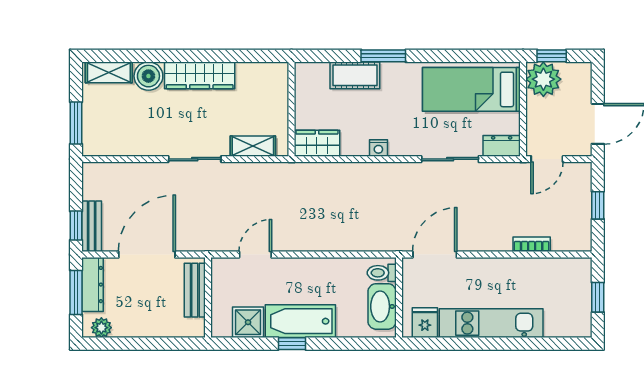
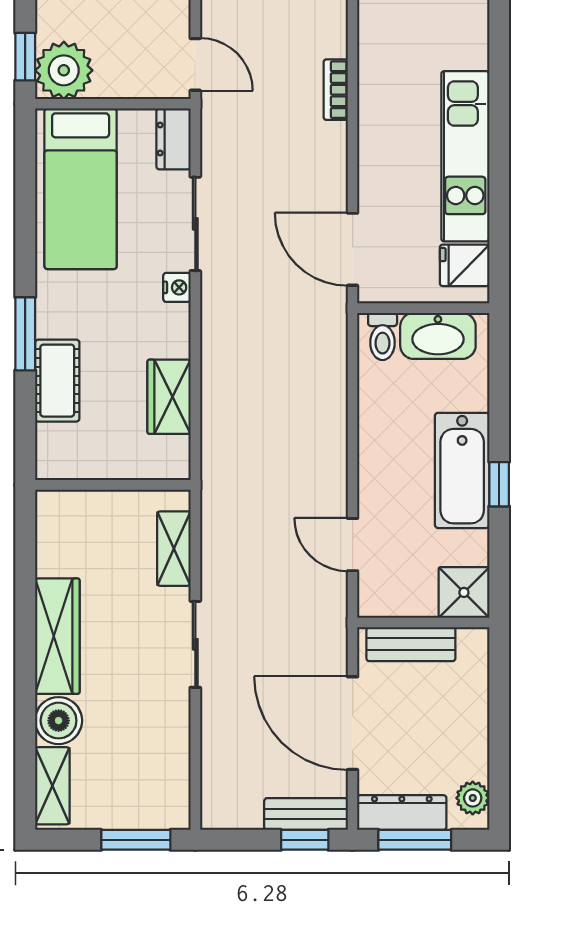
wardrobe: (317, 143) -> (169, 397), moved
nightstand: (378, 148) -> (177, 287), moved
shower: (248, 322) -> (464, 592), moved

